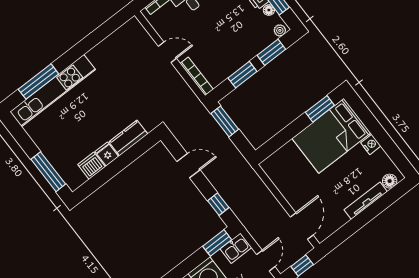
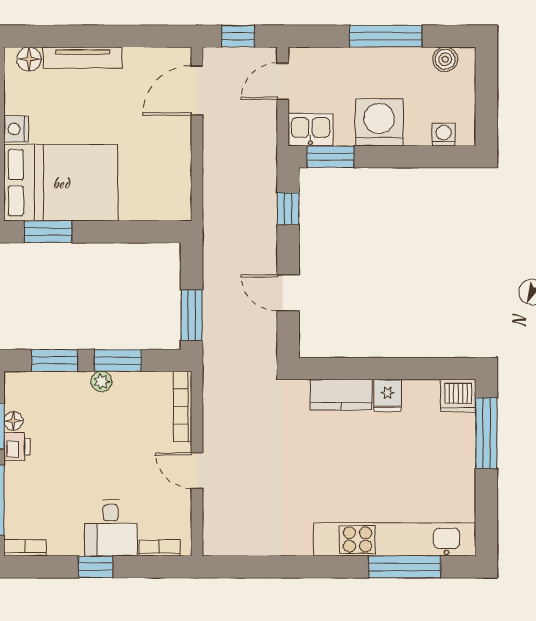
plant: (280, 30) -> (101, 381), moved
dishwasher: (91, 166) -> (458, 396), moved

